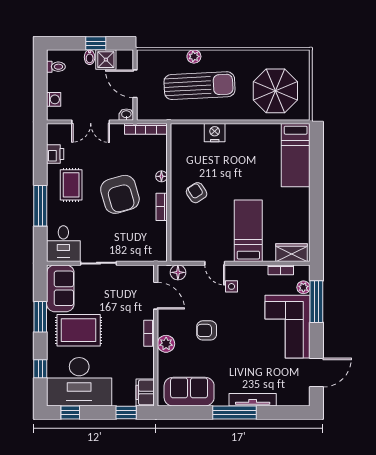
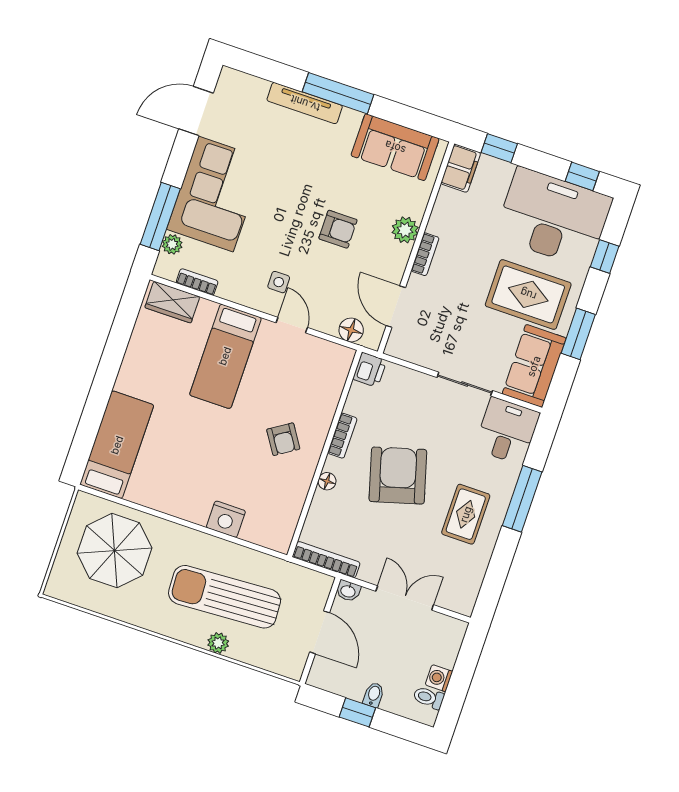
shower: (106, 60) -> (351, 683), removed
washing machine: (54, 99) -> (439, 678), moved
printer: (55, 154) -> (370, 370), moved, turned 180

